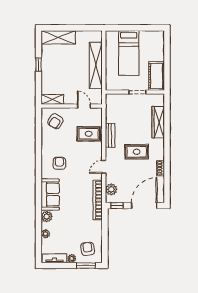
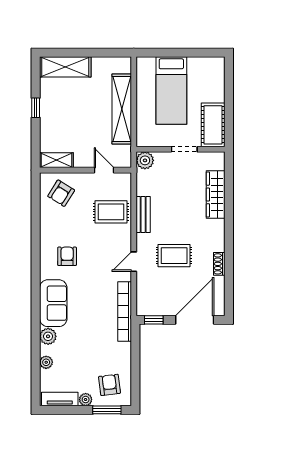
rug: (137, 152) -> (174, 256), moved
plant: (111, 189) -> (145, 160), moved

